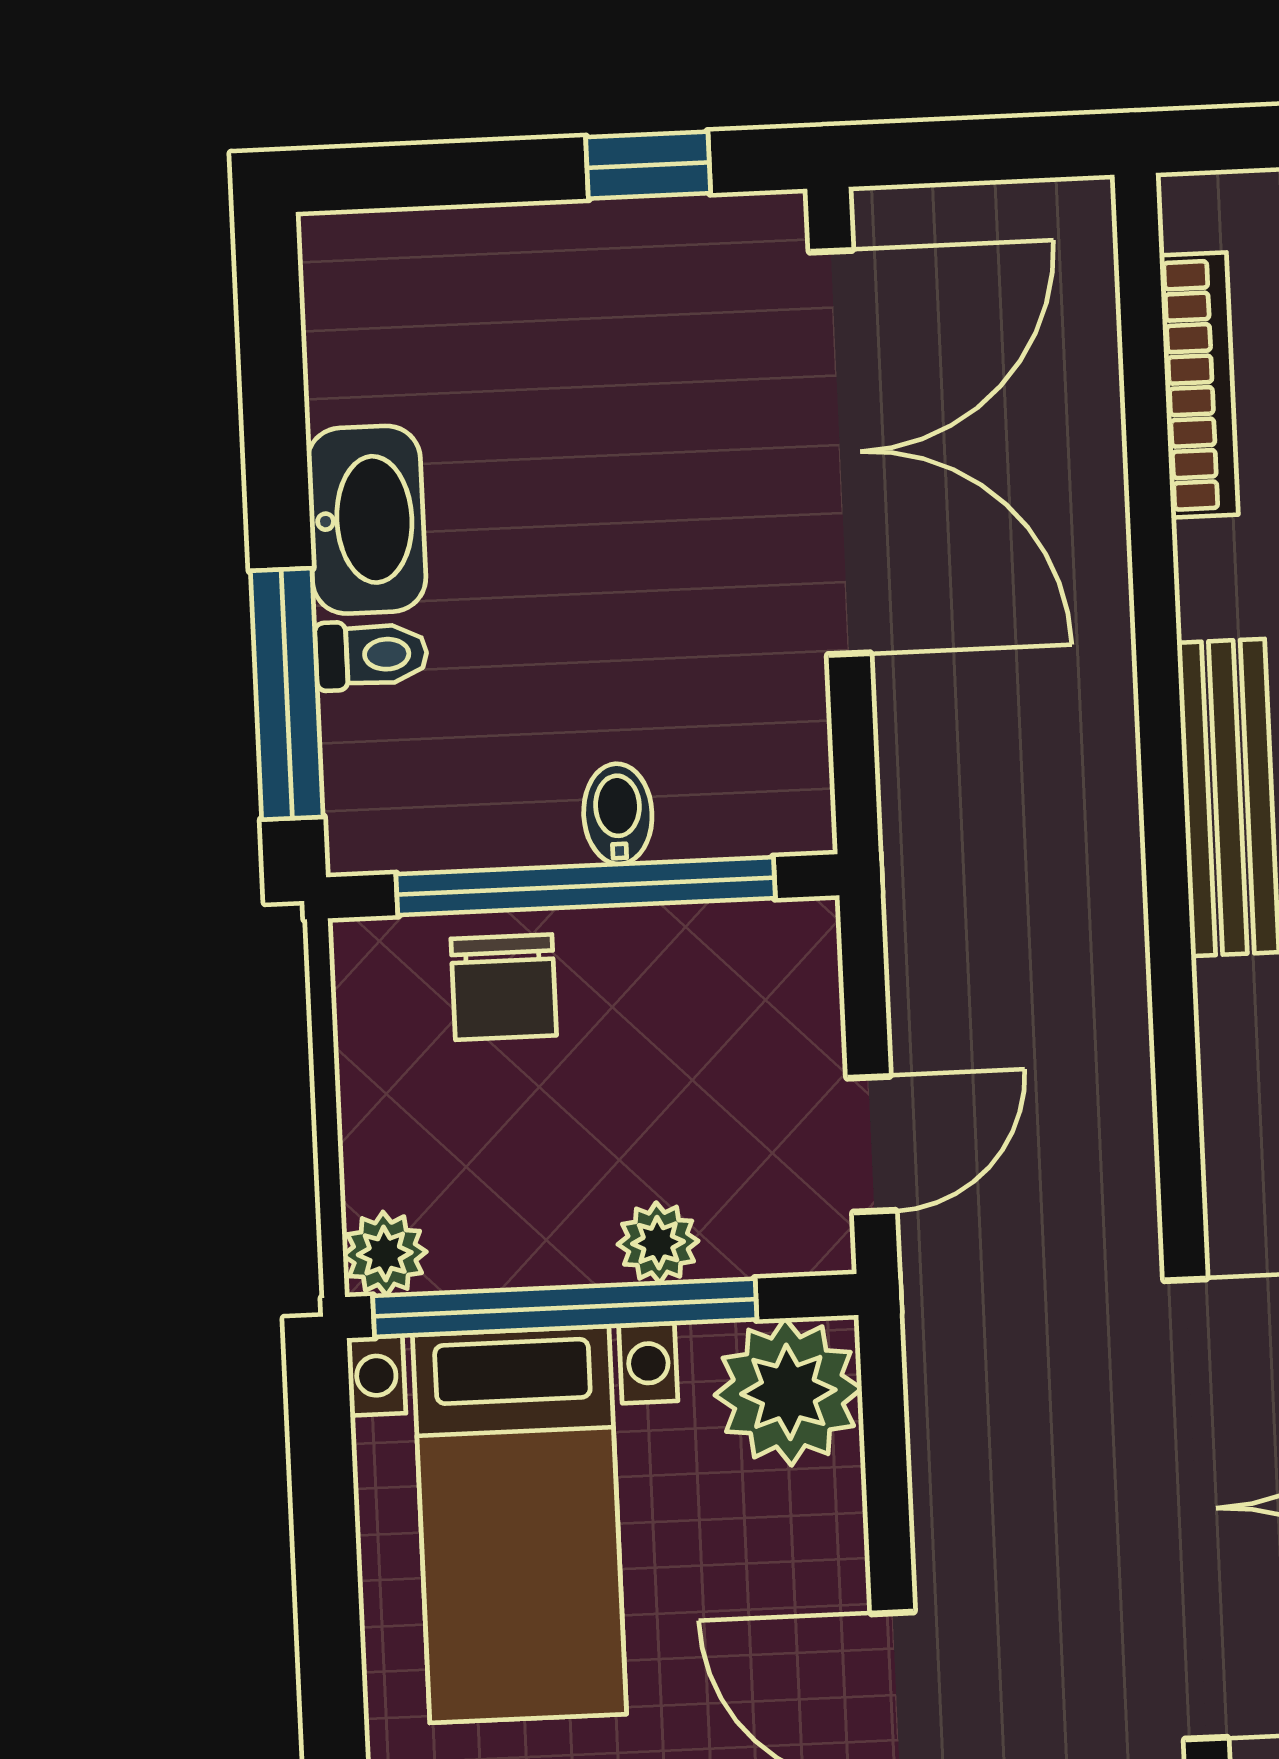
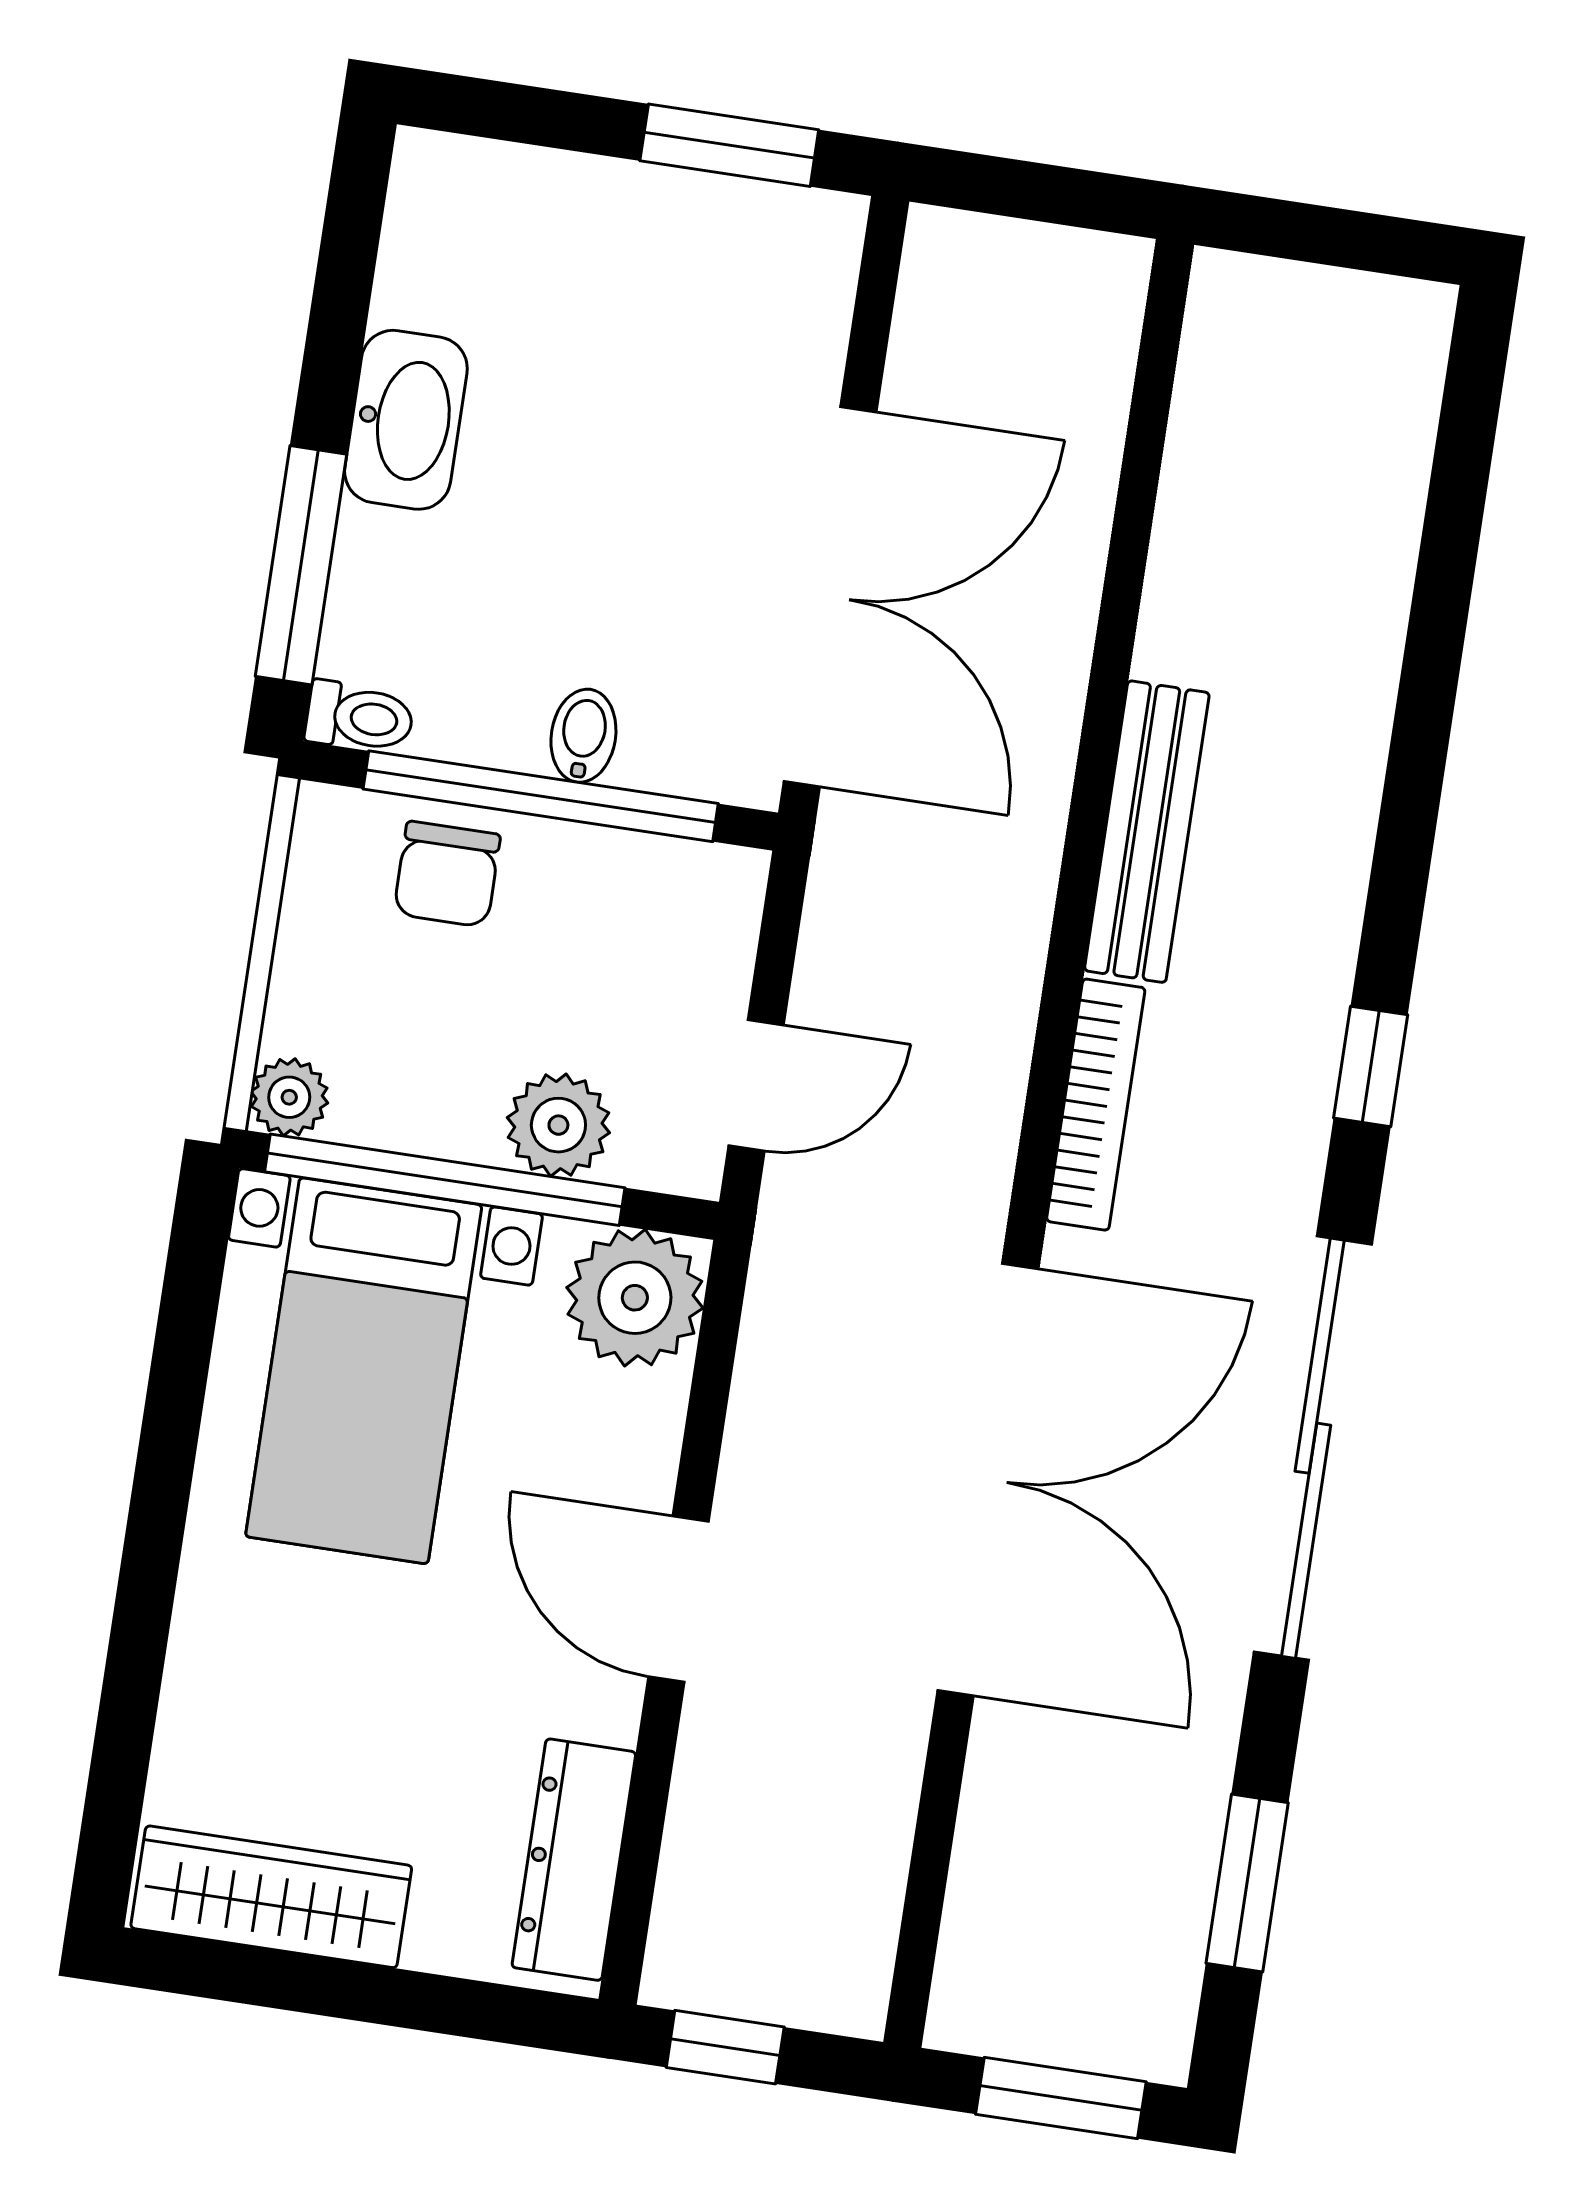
window: (648, 165) -> (729, 145), width x1.50
bookcase: (1199, 385) -> (1096, 1105), moved
double door: (840, 453) -> (830, 597), moved
toilet: (371, 655) -> (360, 717), moved
plant: (658, 1243) -> (558, 1125), width x1.38, depth x1.38

